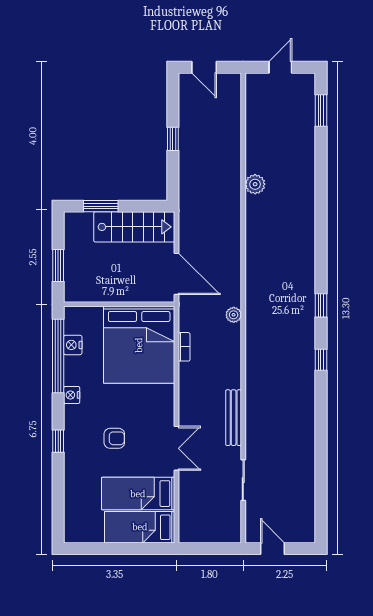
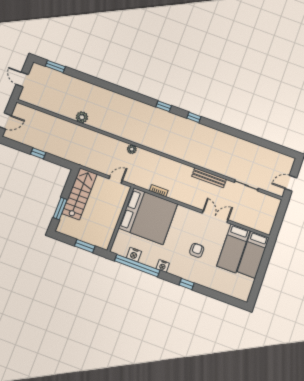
door: (177, 274) -> (116, 180), width x0.53
plant: (234, 315) -> (132, 149), moved

